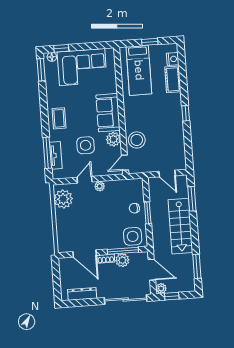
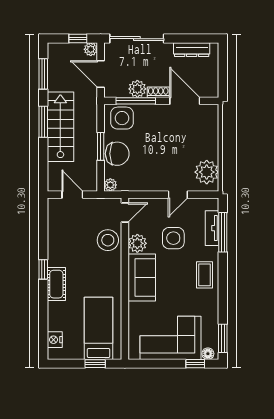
window: (150, 42) -> (95, 364), moved
cot: (173, 79) -> (56, 284), moved
plant: (100, 186) -> (110, 185), moved
window: (192, 199) -> (43, 122), moved
chair: (134, 208) -> (117, 154), width x1.87, depth x1.87

